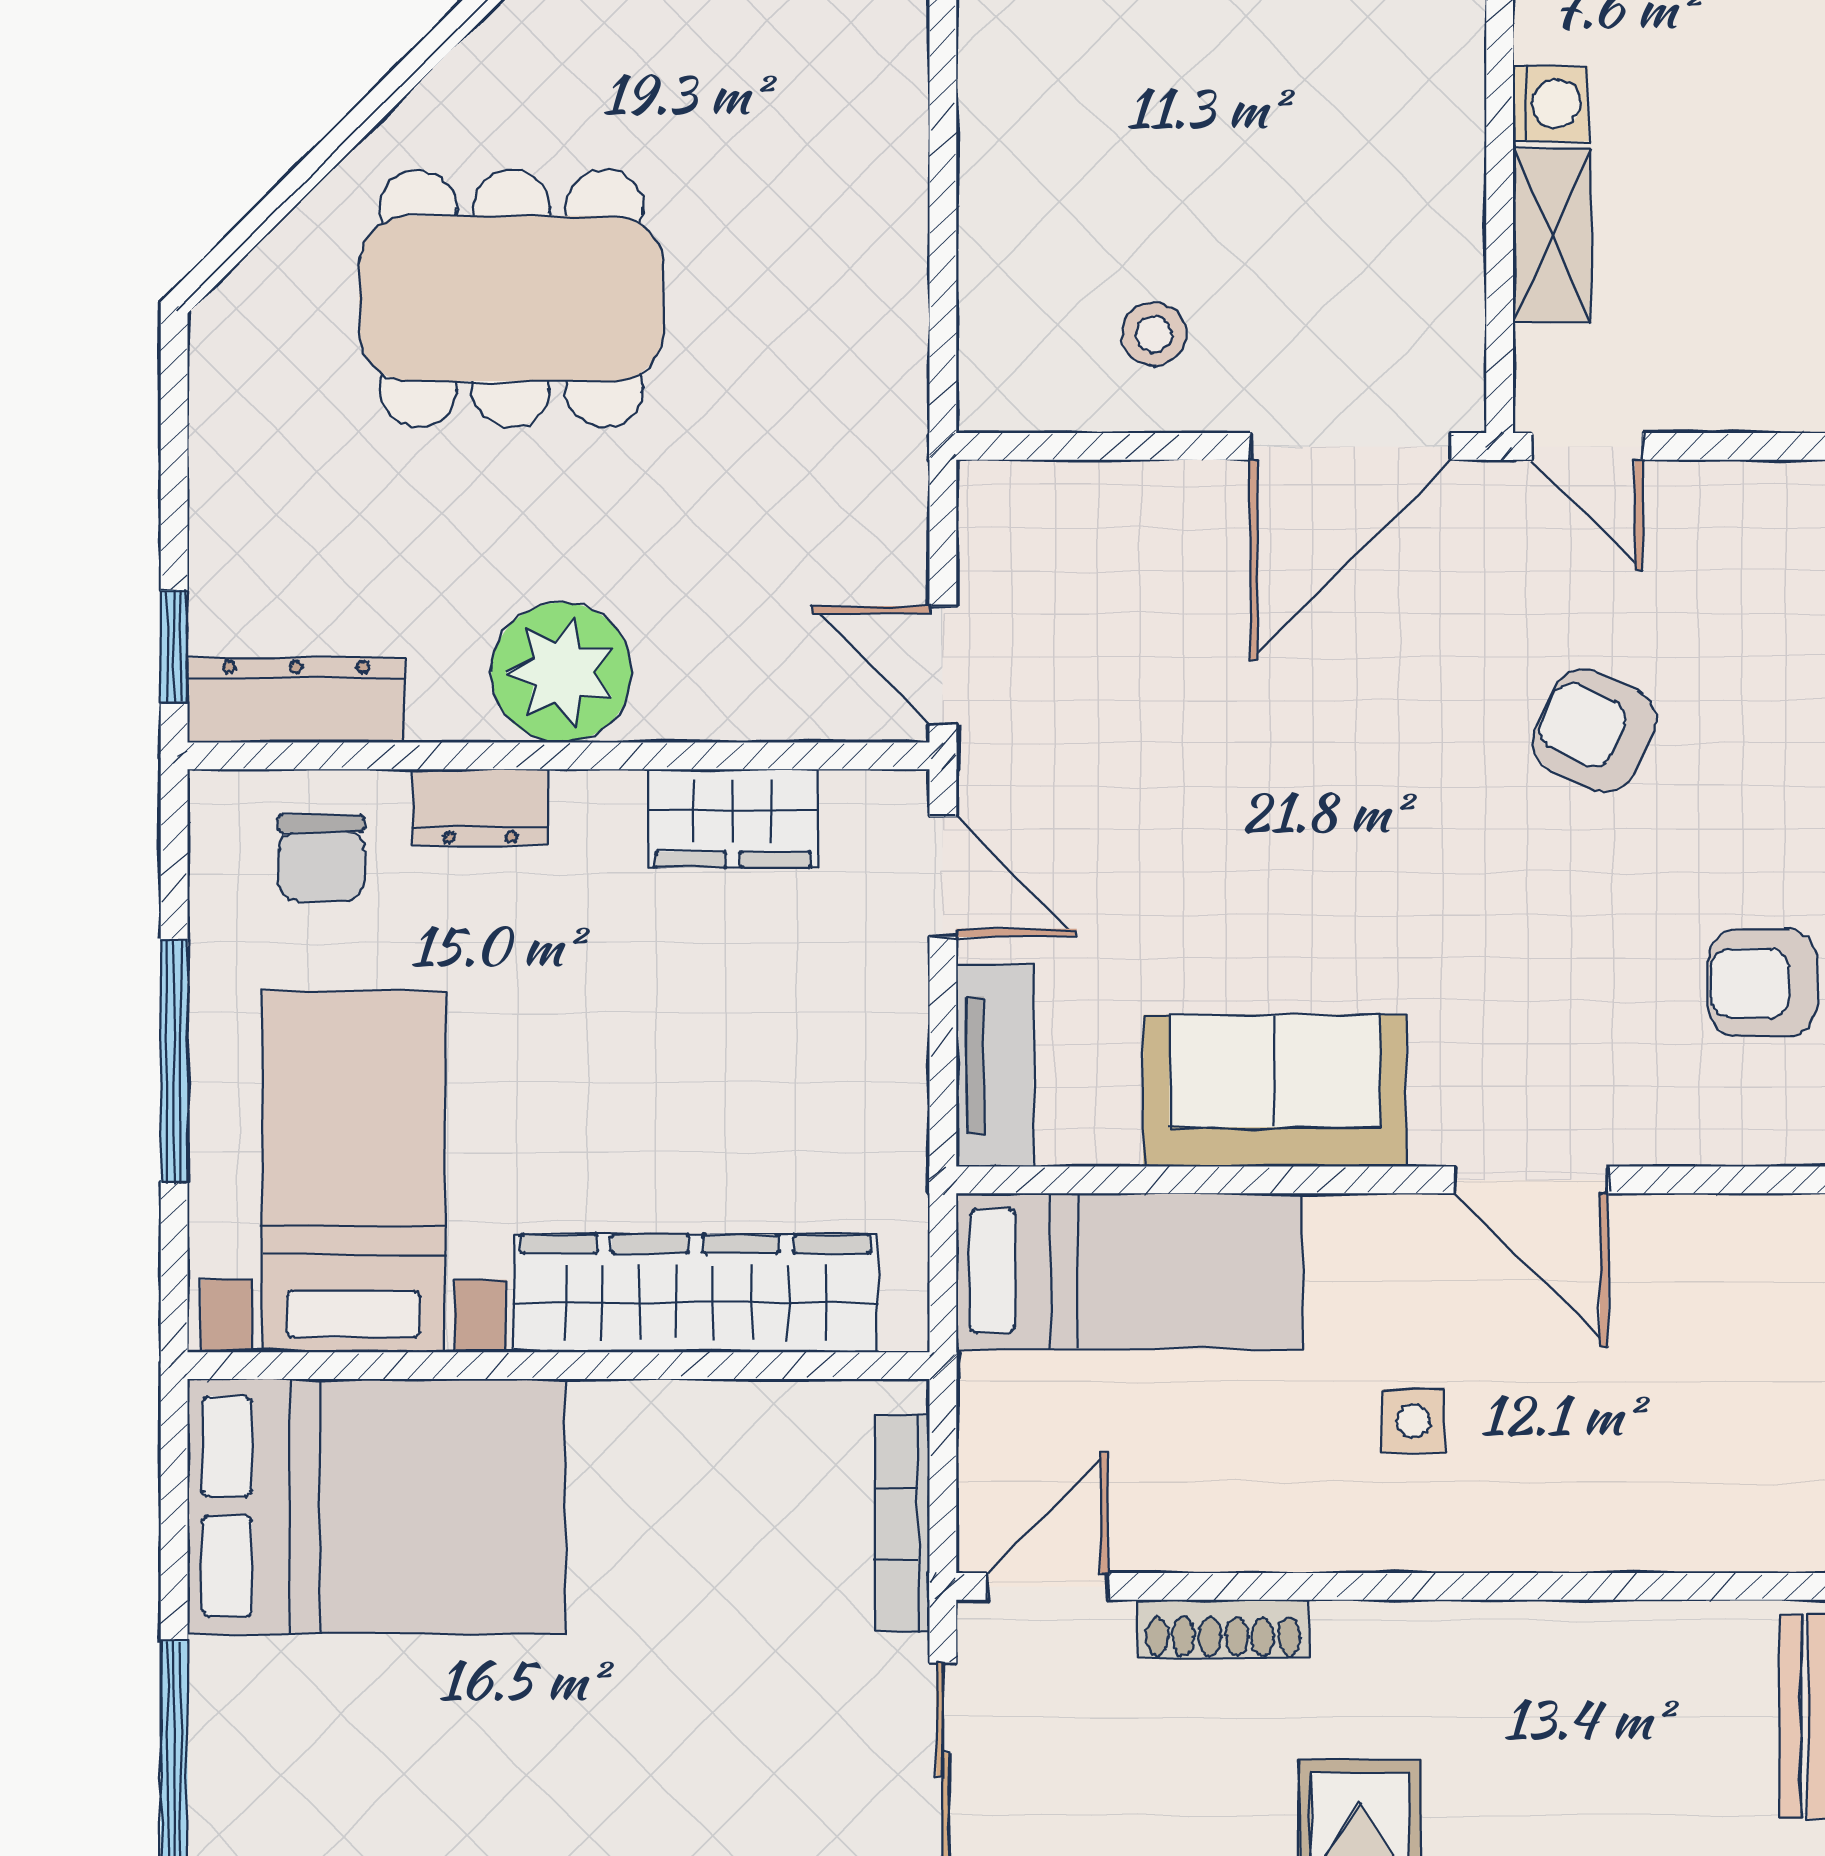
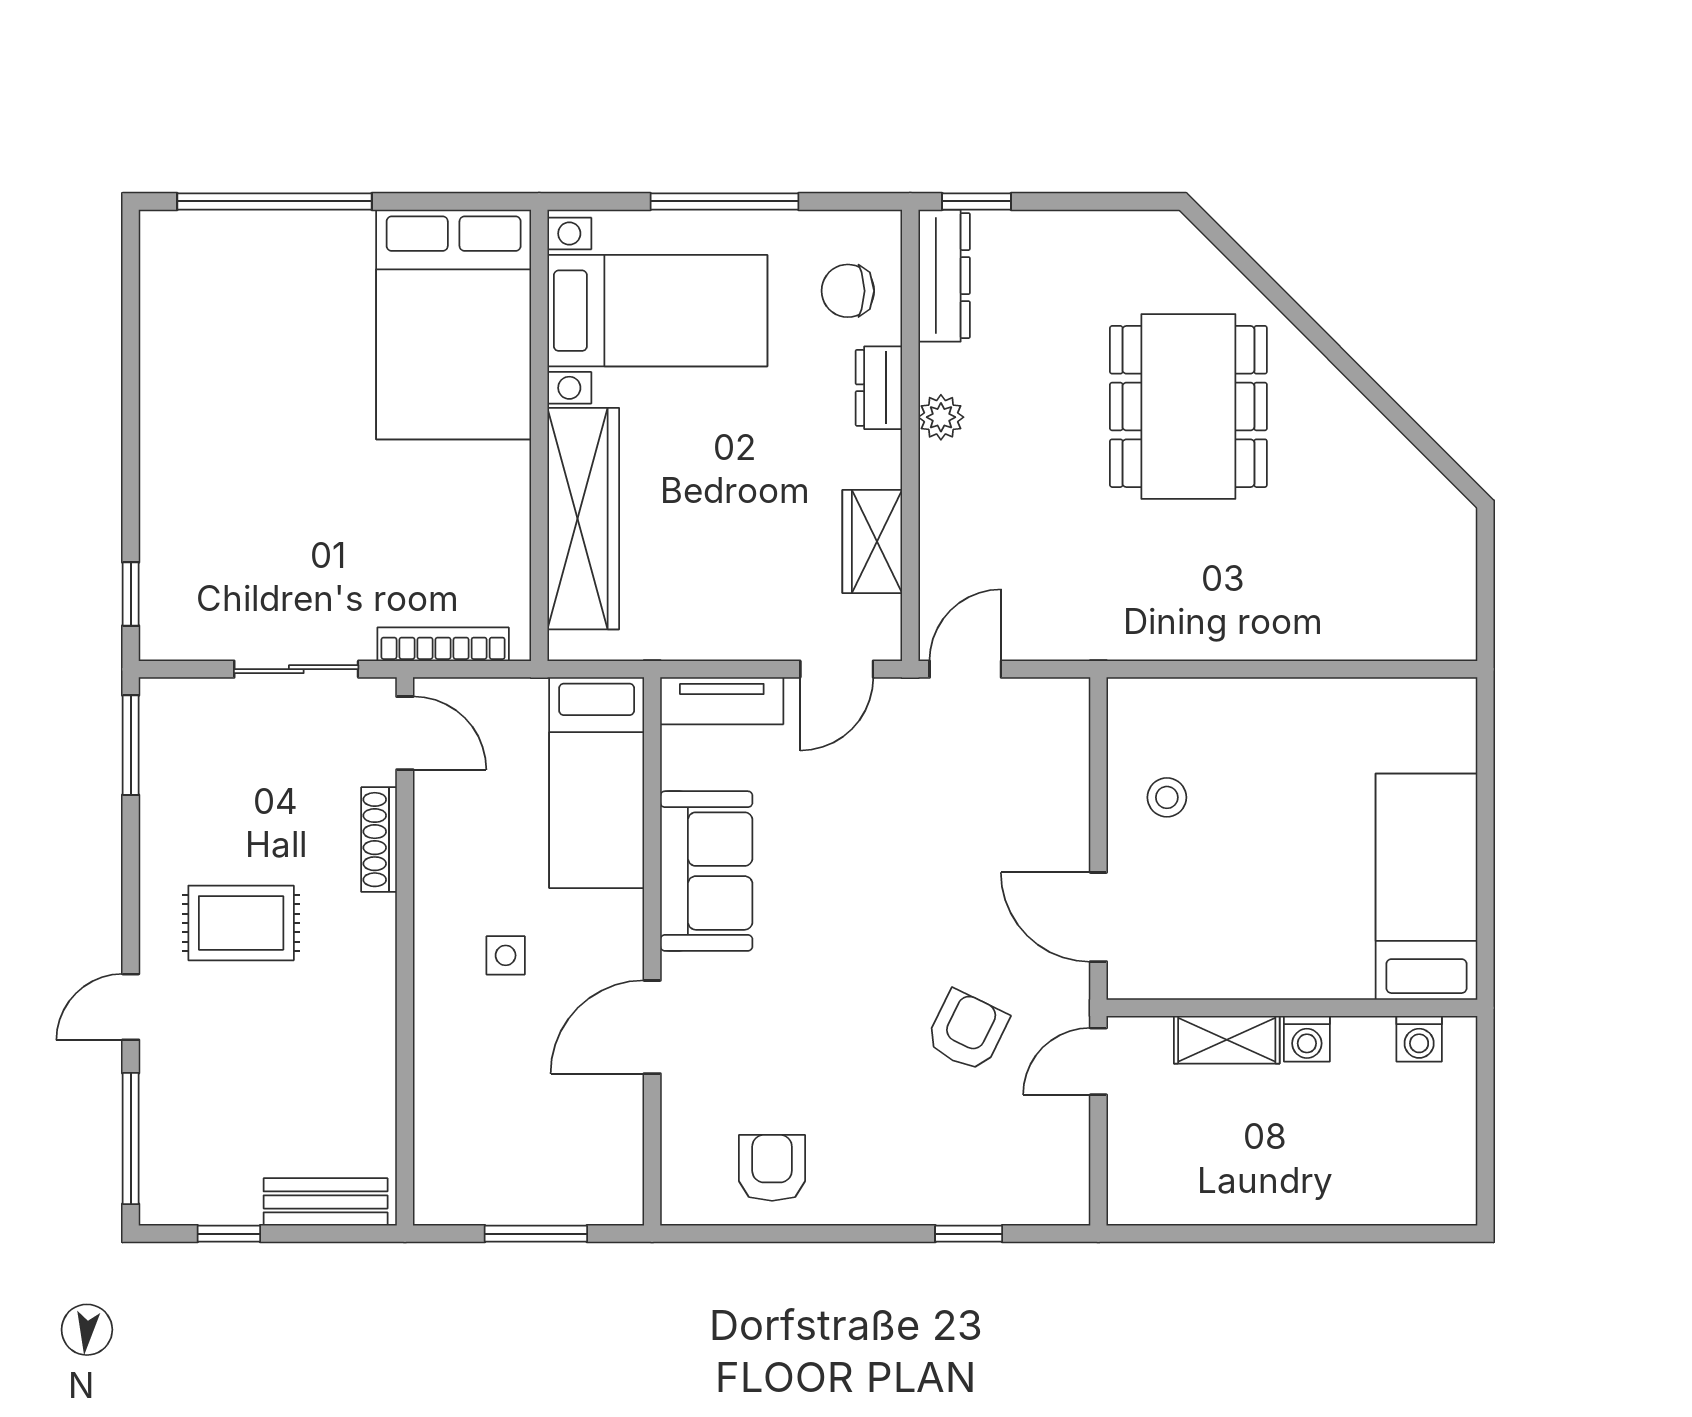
door: (1350, 446) -> (1098, 917), width x0.73
plant: (561, 672) -> (941, 417), width x0.53, depth x0.53
armchair: (1594, 731) -> (967, 1031), moved

